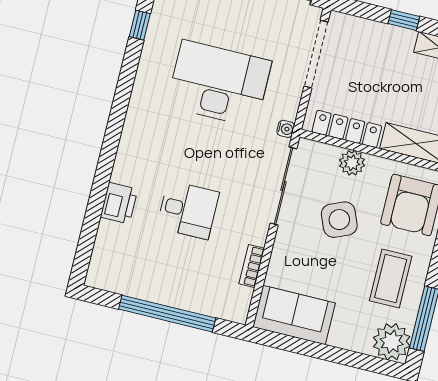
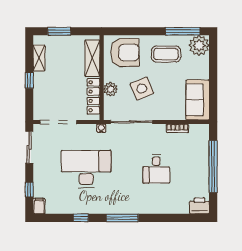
window: (140, 25) -> (81, 218), moved
desk: (219, 83) -> (86, 169), turned 90
window: (115, 127) -> (122, 218), added
printer: (119, 203) -> (199, 206), moved
desk: (188, 210) -> (156, 169), turned 180

